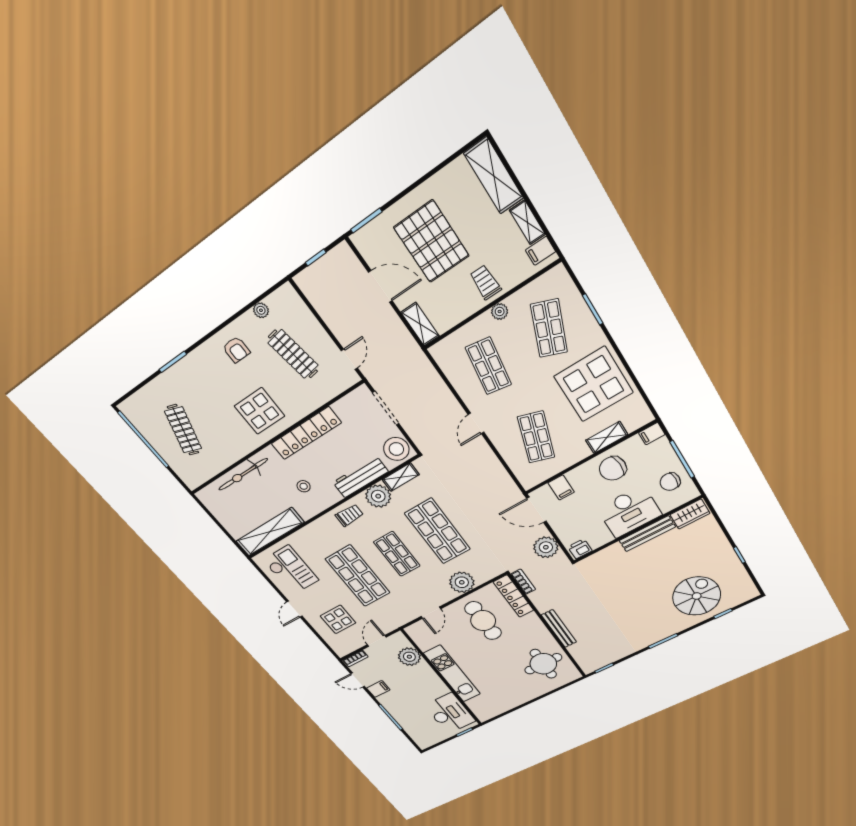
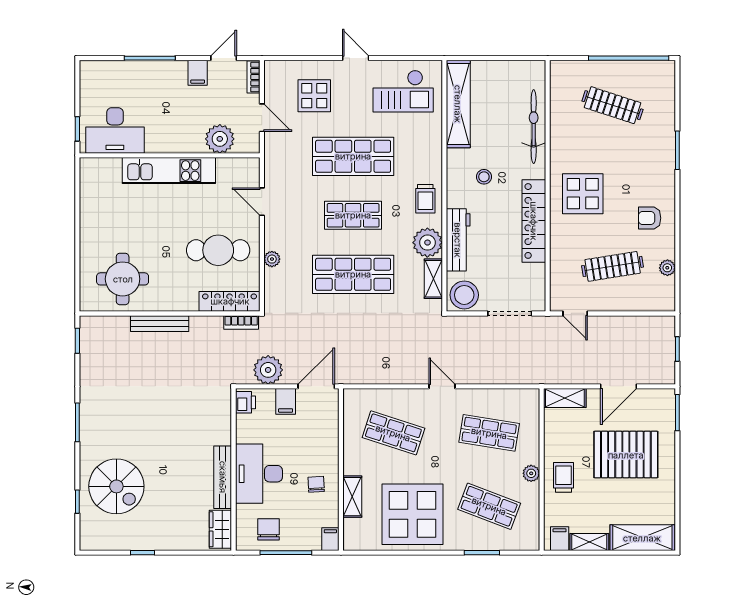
trolley: (486, 282) -> (564, 477), turned -90
chair: (613, 468) -> (316, 484), width x0.54, depth x0.54
filing cabinet: (561, 487) -> (286, 401), moved, turned -90
plant: (462, 582) -> (272, 259), width x0.53, depth x0.53

